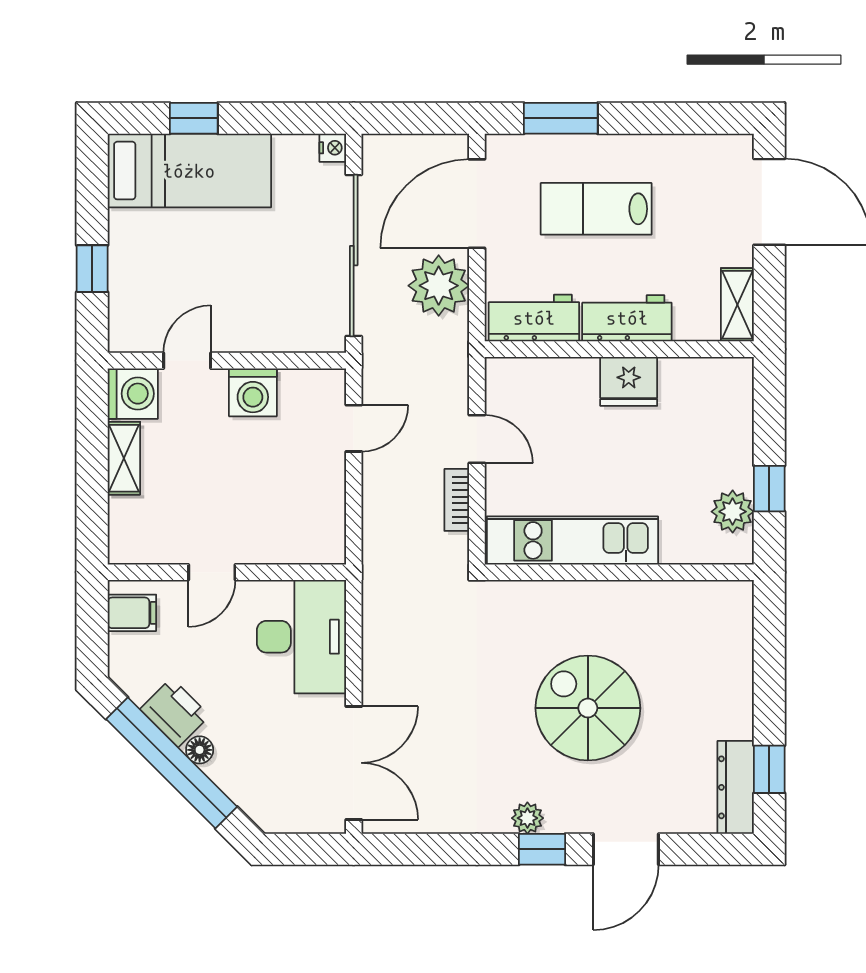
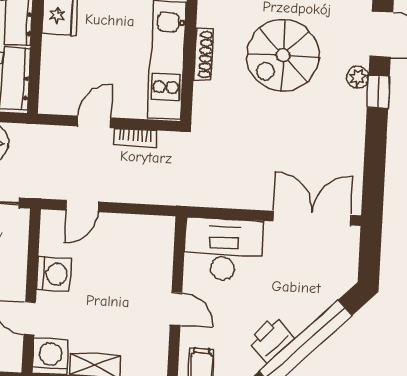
door: (354, 428) -> (82, 206), swing flipped
shoe rack: (583, 593) -> (203, 55), added
floor lamp: (200, 750) -> (298, 324), removed
plant: (527, 818) -> (358, 77), moved

